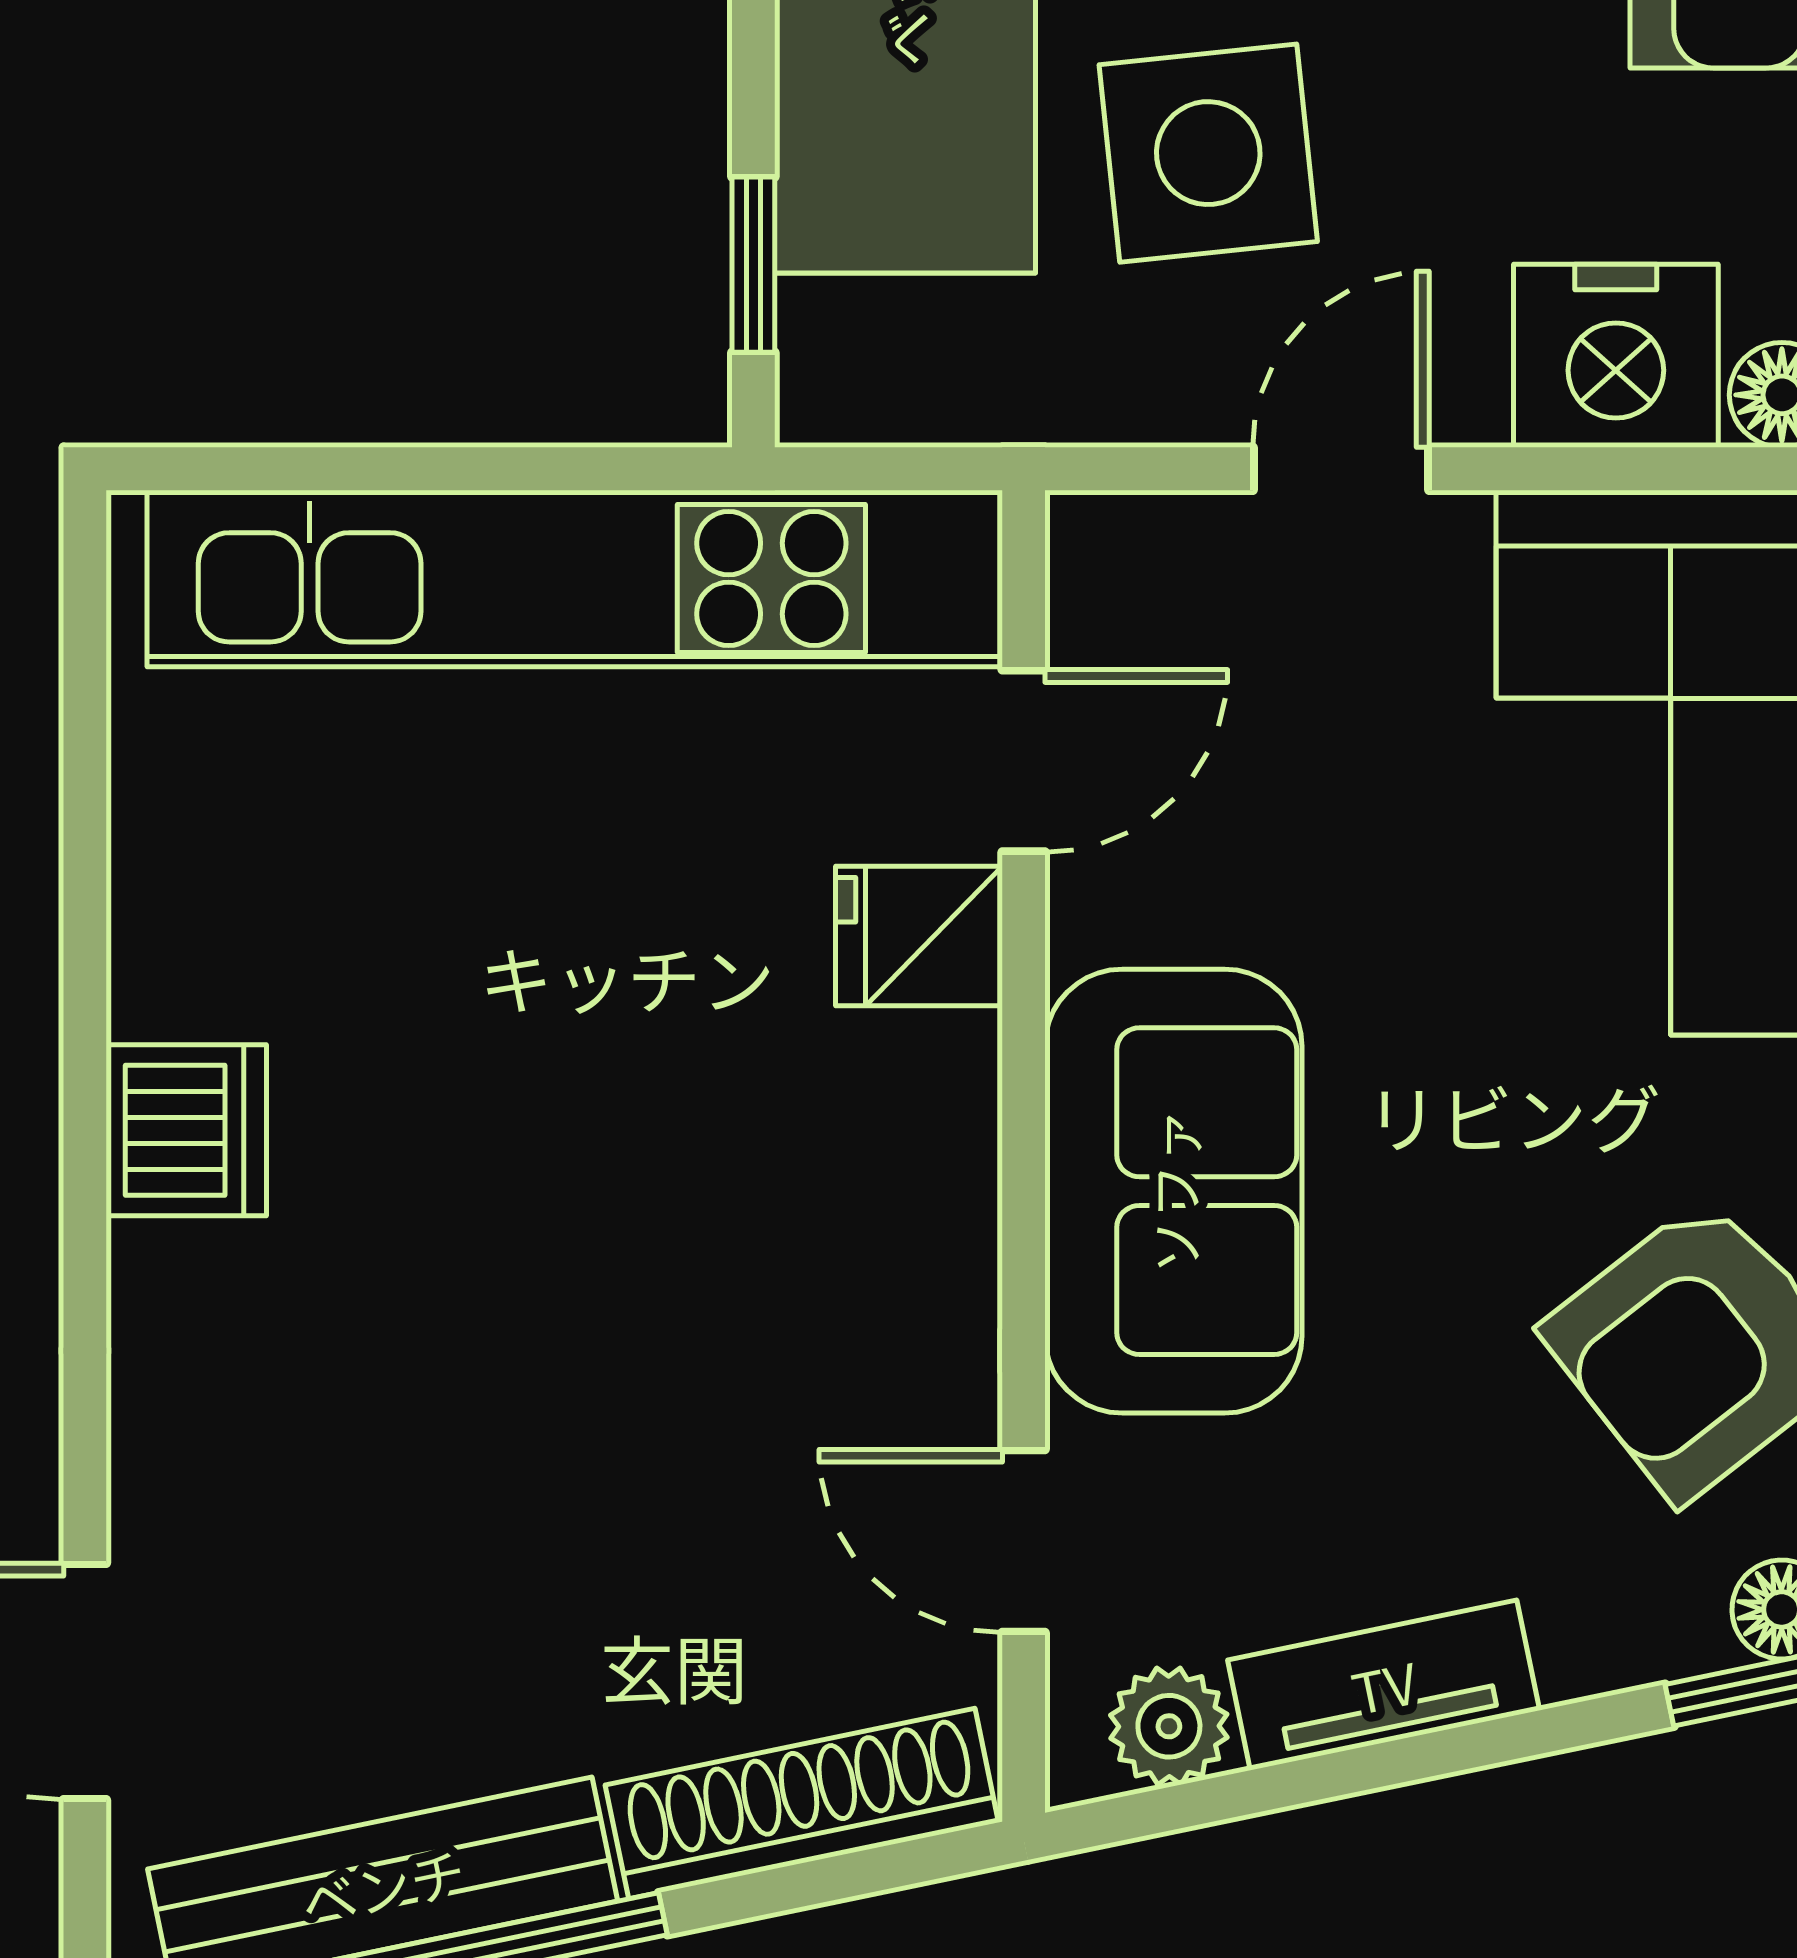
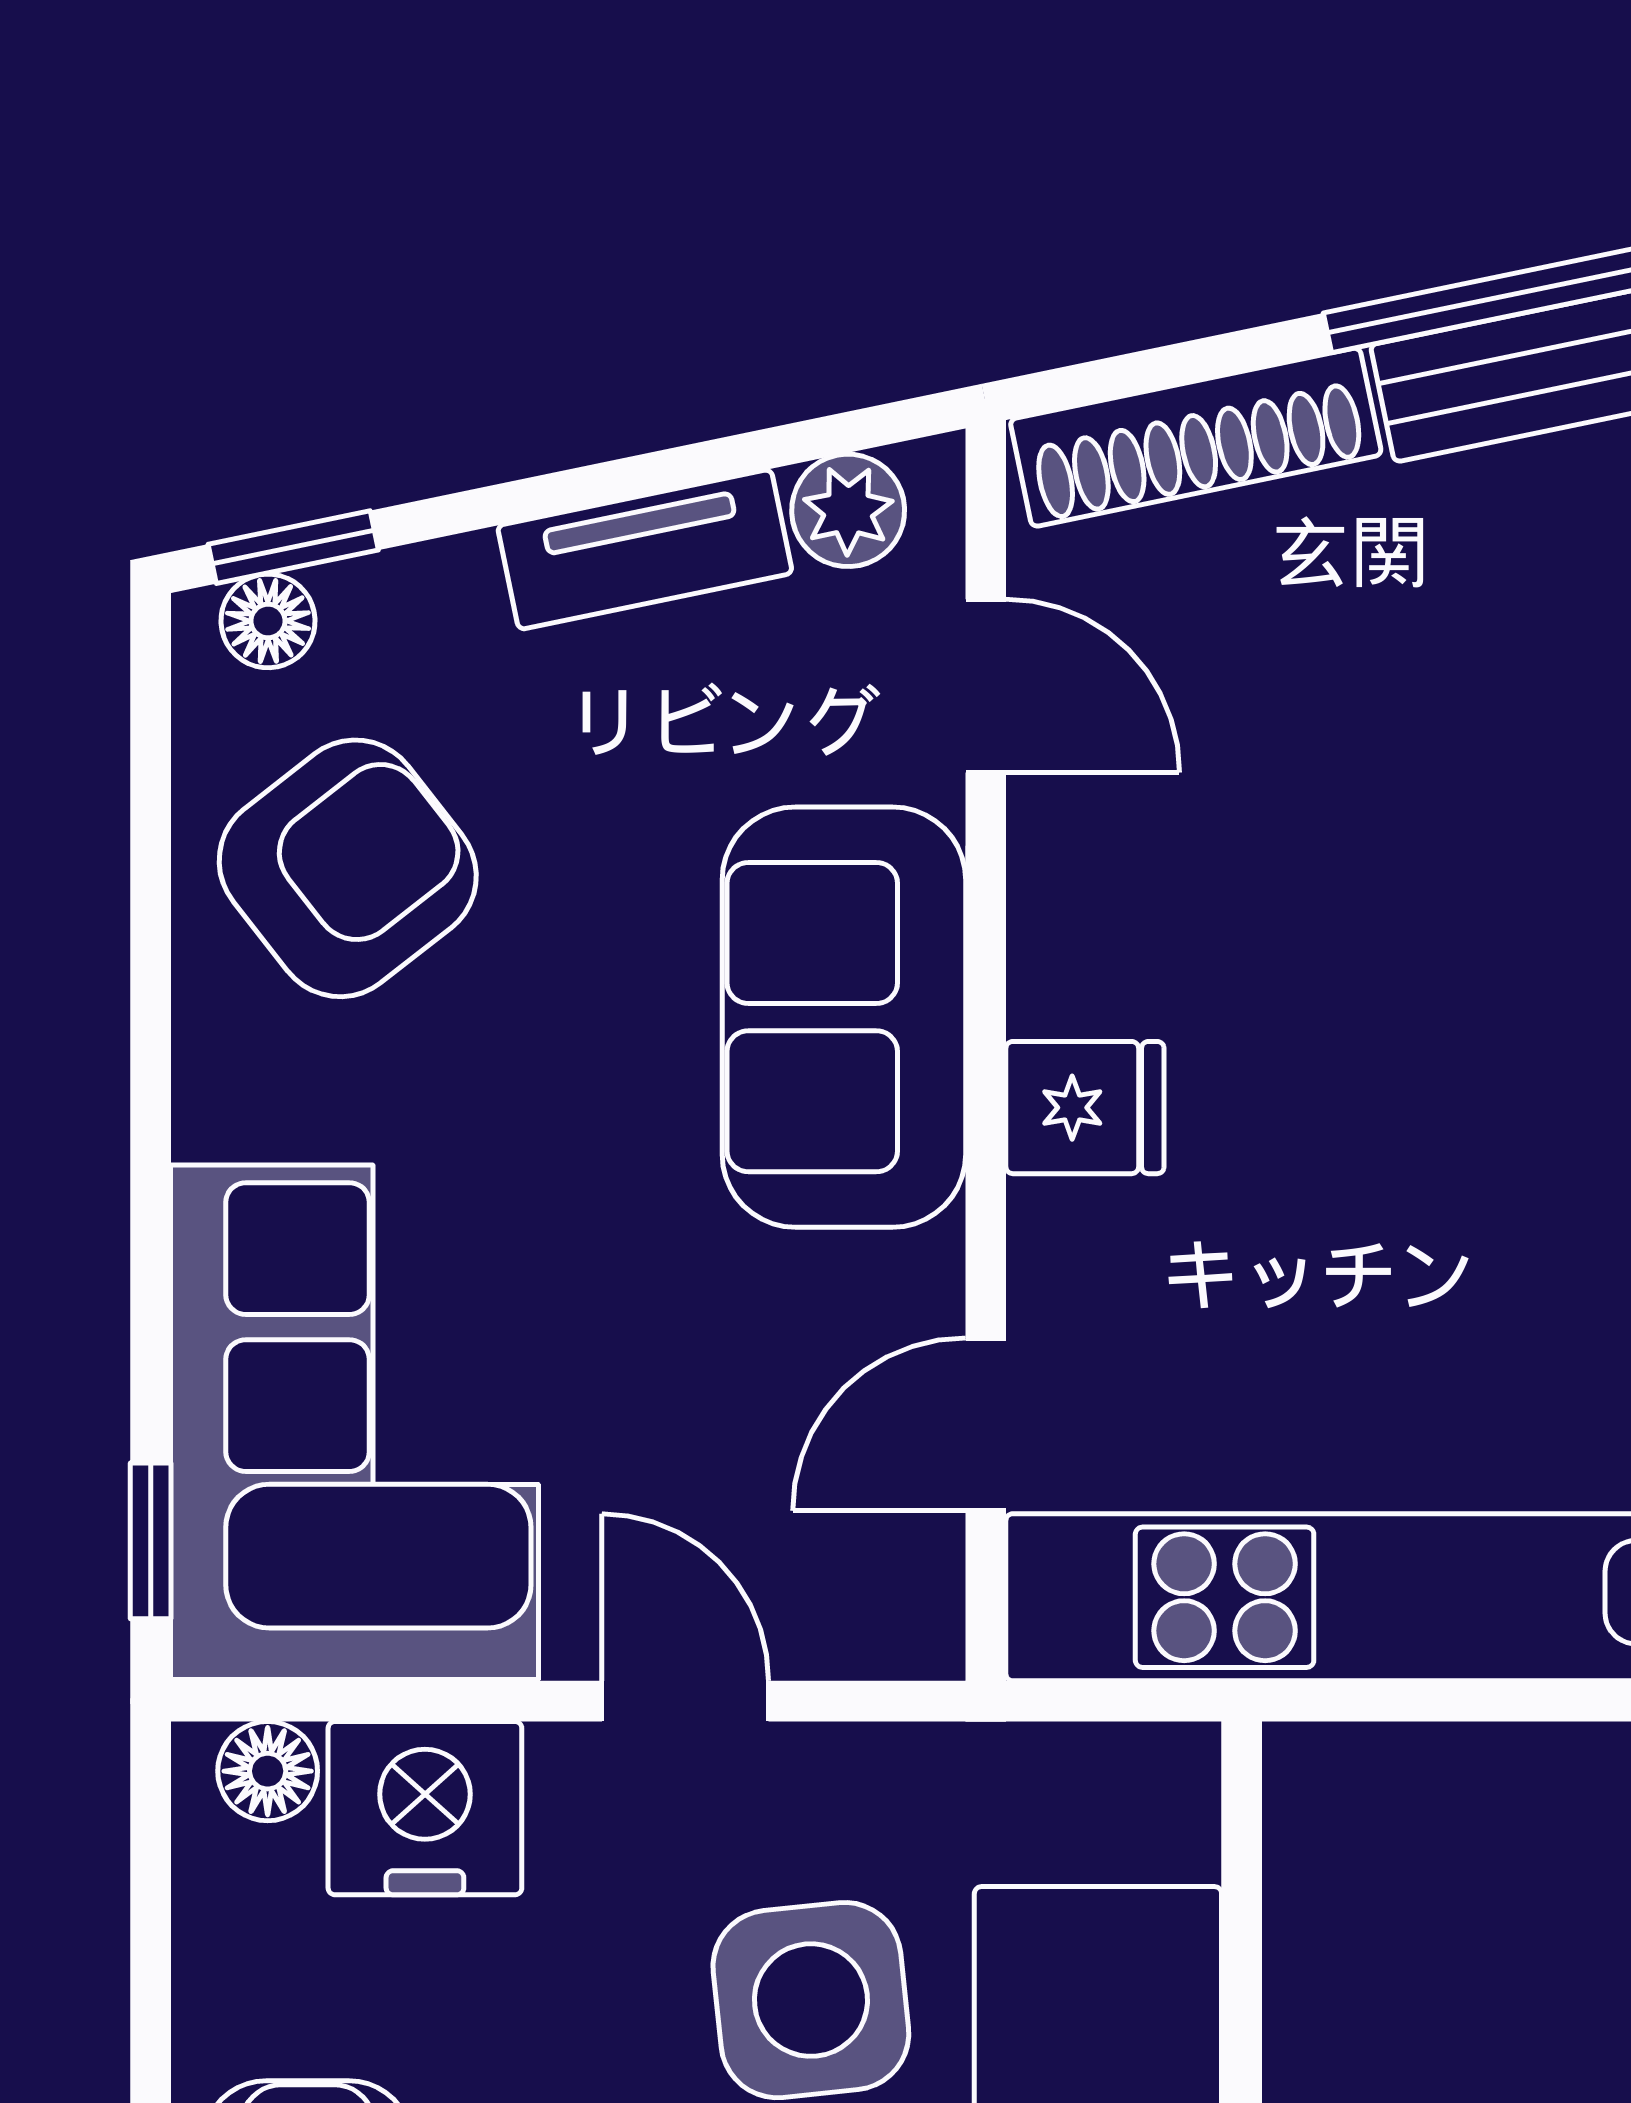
window: (753, 265) -> (1242, 1894), removed
door: (1341, 469) -> (685, 1701), swing flipped
fridge: (919, 936) -> (1085, 1108), moved

